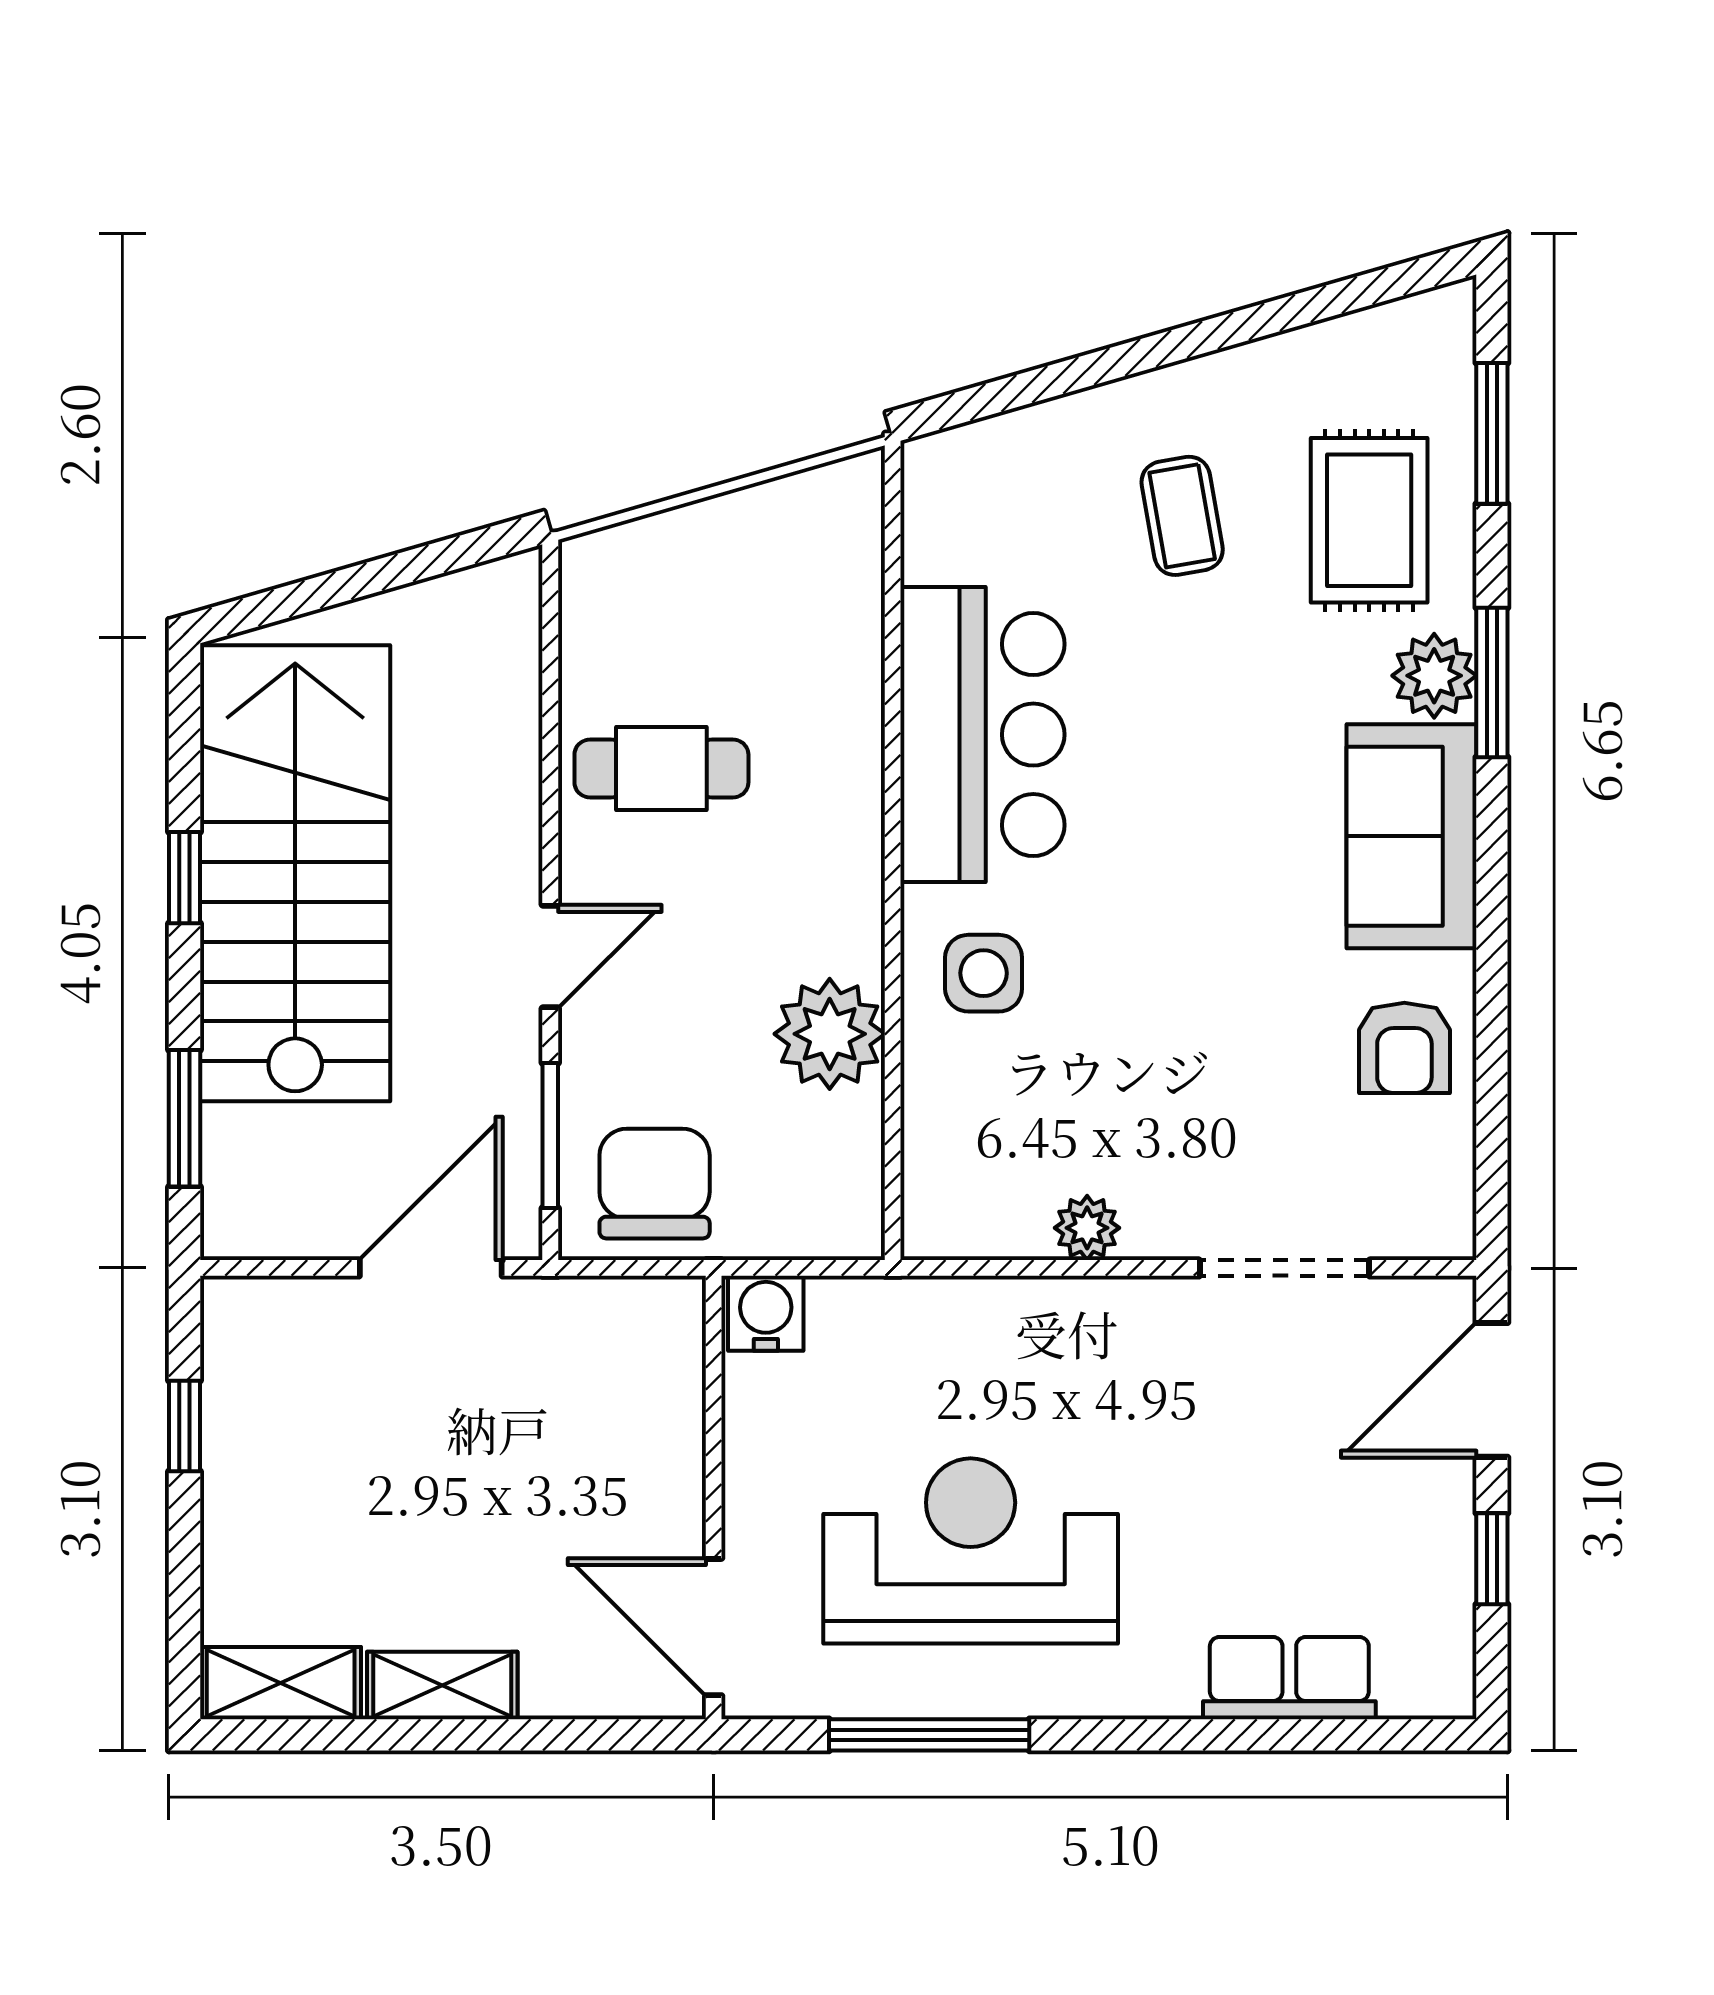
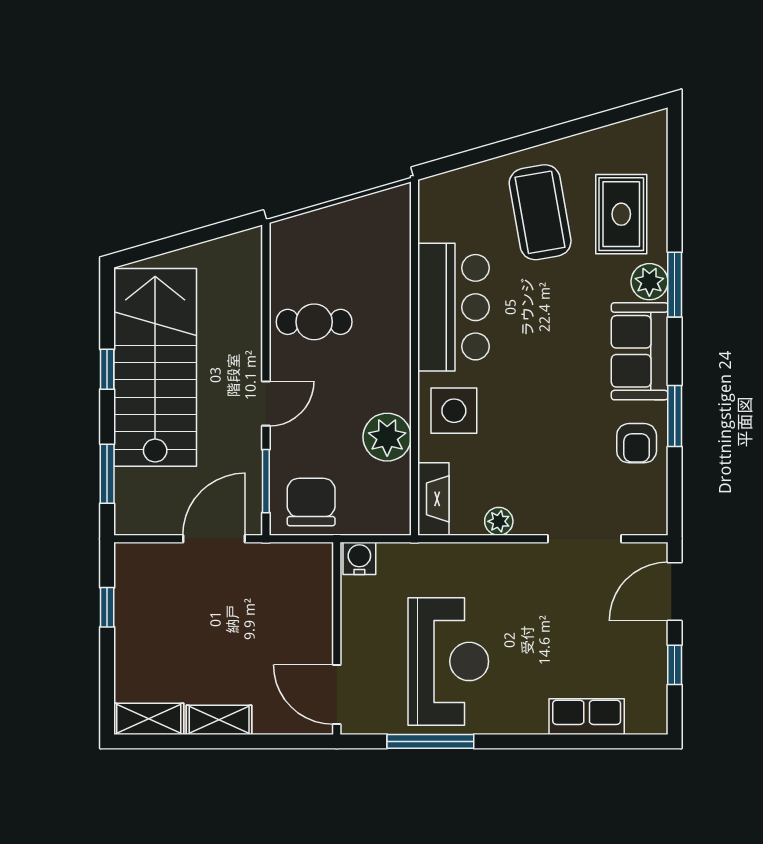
window: (1492, 433) -> (675, 416), moved
coffee table: (1182, 516) -> (540, 212), width x1.86, depth x1.72
side table: (984, 973) -> (454, 411), width x1.37, depth x1.37
fireplace: (936, 1176) -> (433, 499), added
reception desk: (971, 1551) -> (448, 661), turned 90

